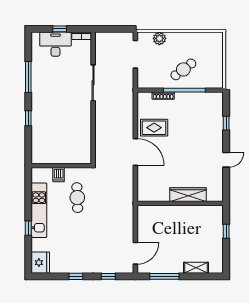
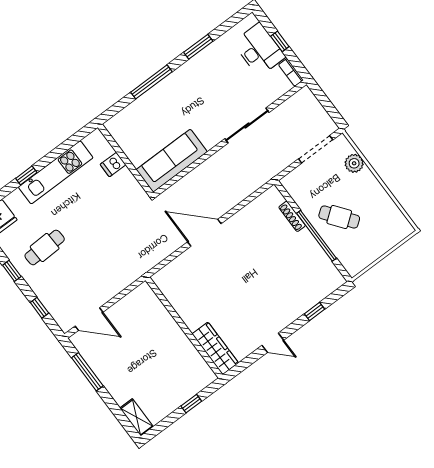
window: (28, 77) -> (198, 47), width x0.69
window: (28, 118) -> (151, 82), width x2.17
rug: (154, 128) -> (248, 233), removed
sofa: (81, 140) -> (172, 161), added
door: (135, 152) -> (204, 233), swing flipped
wardrobe: (188, 195) -> (215, 348), moved
cafe table: (77, 198) -> (45, 247), moved
shelving: (196, 268) -> (137, 417), moved

